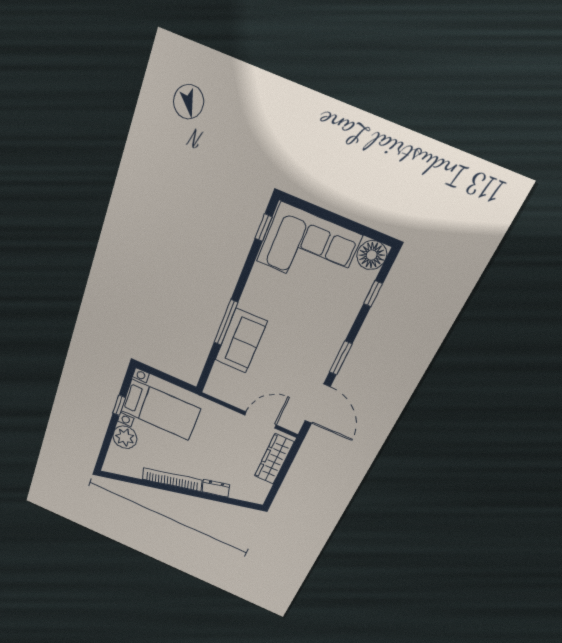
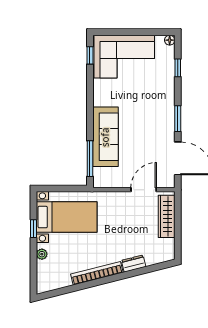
floor lamp: (372, 255) -> (170, 40), width x0.53, depth x0.53
window: (226, 323) -> (90, 159), moved
sofa: (241, 341) -> (105, 137), width x1.36
plant: (125, 437) -> (42, 254), width x0.53, depth x0.53

